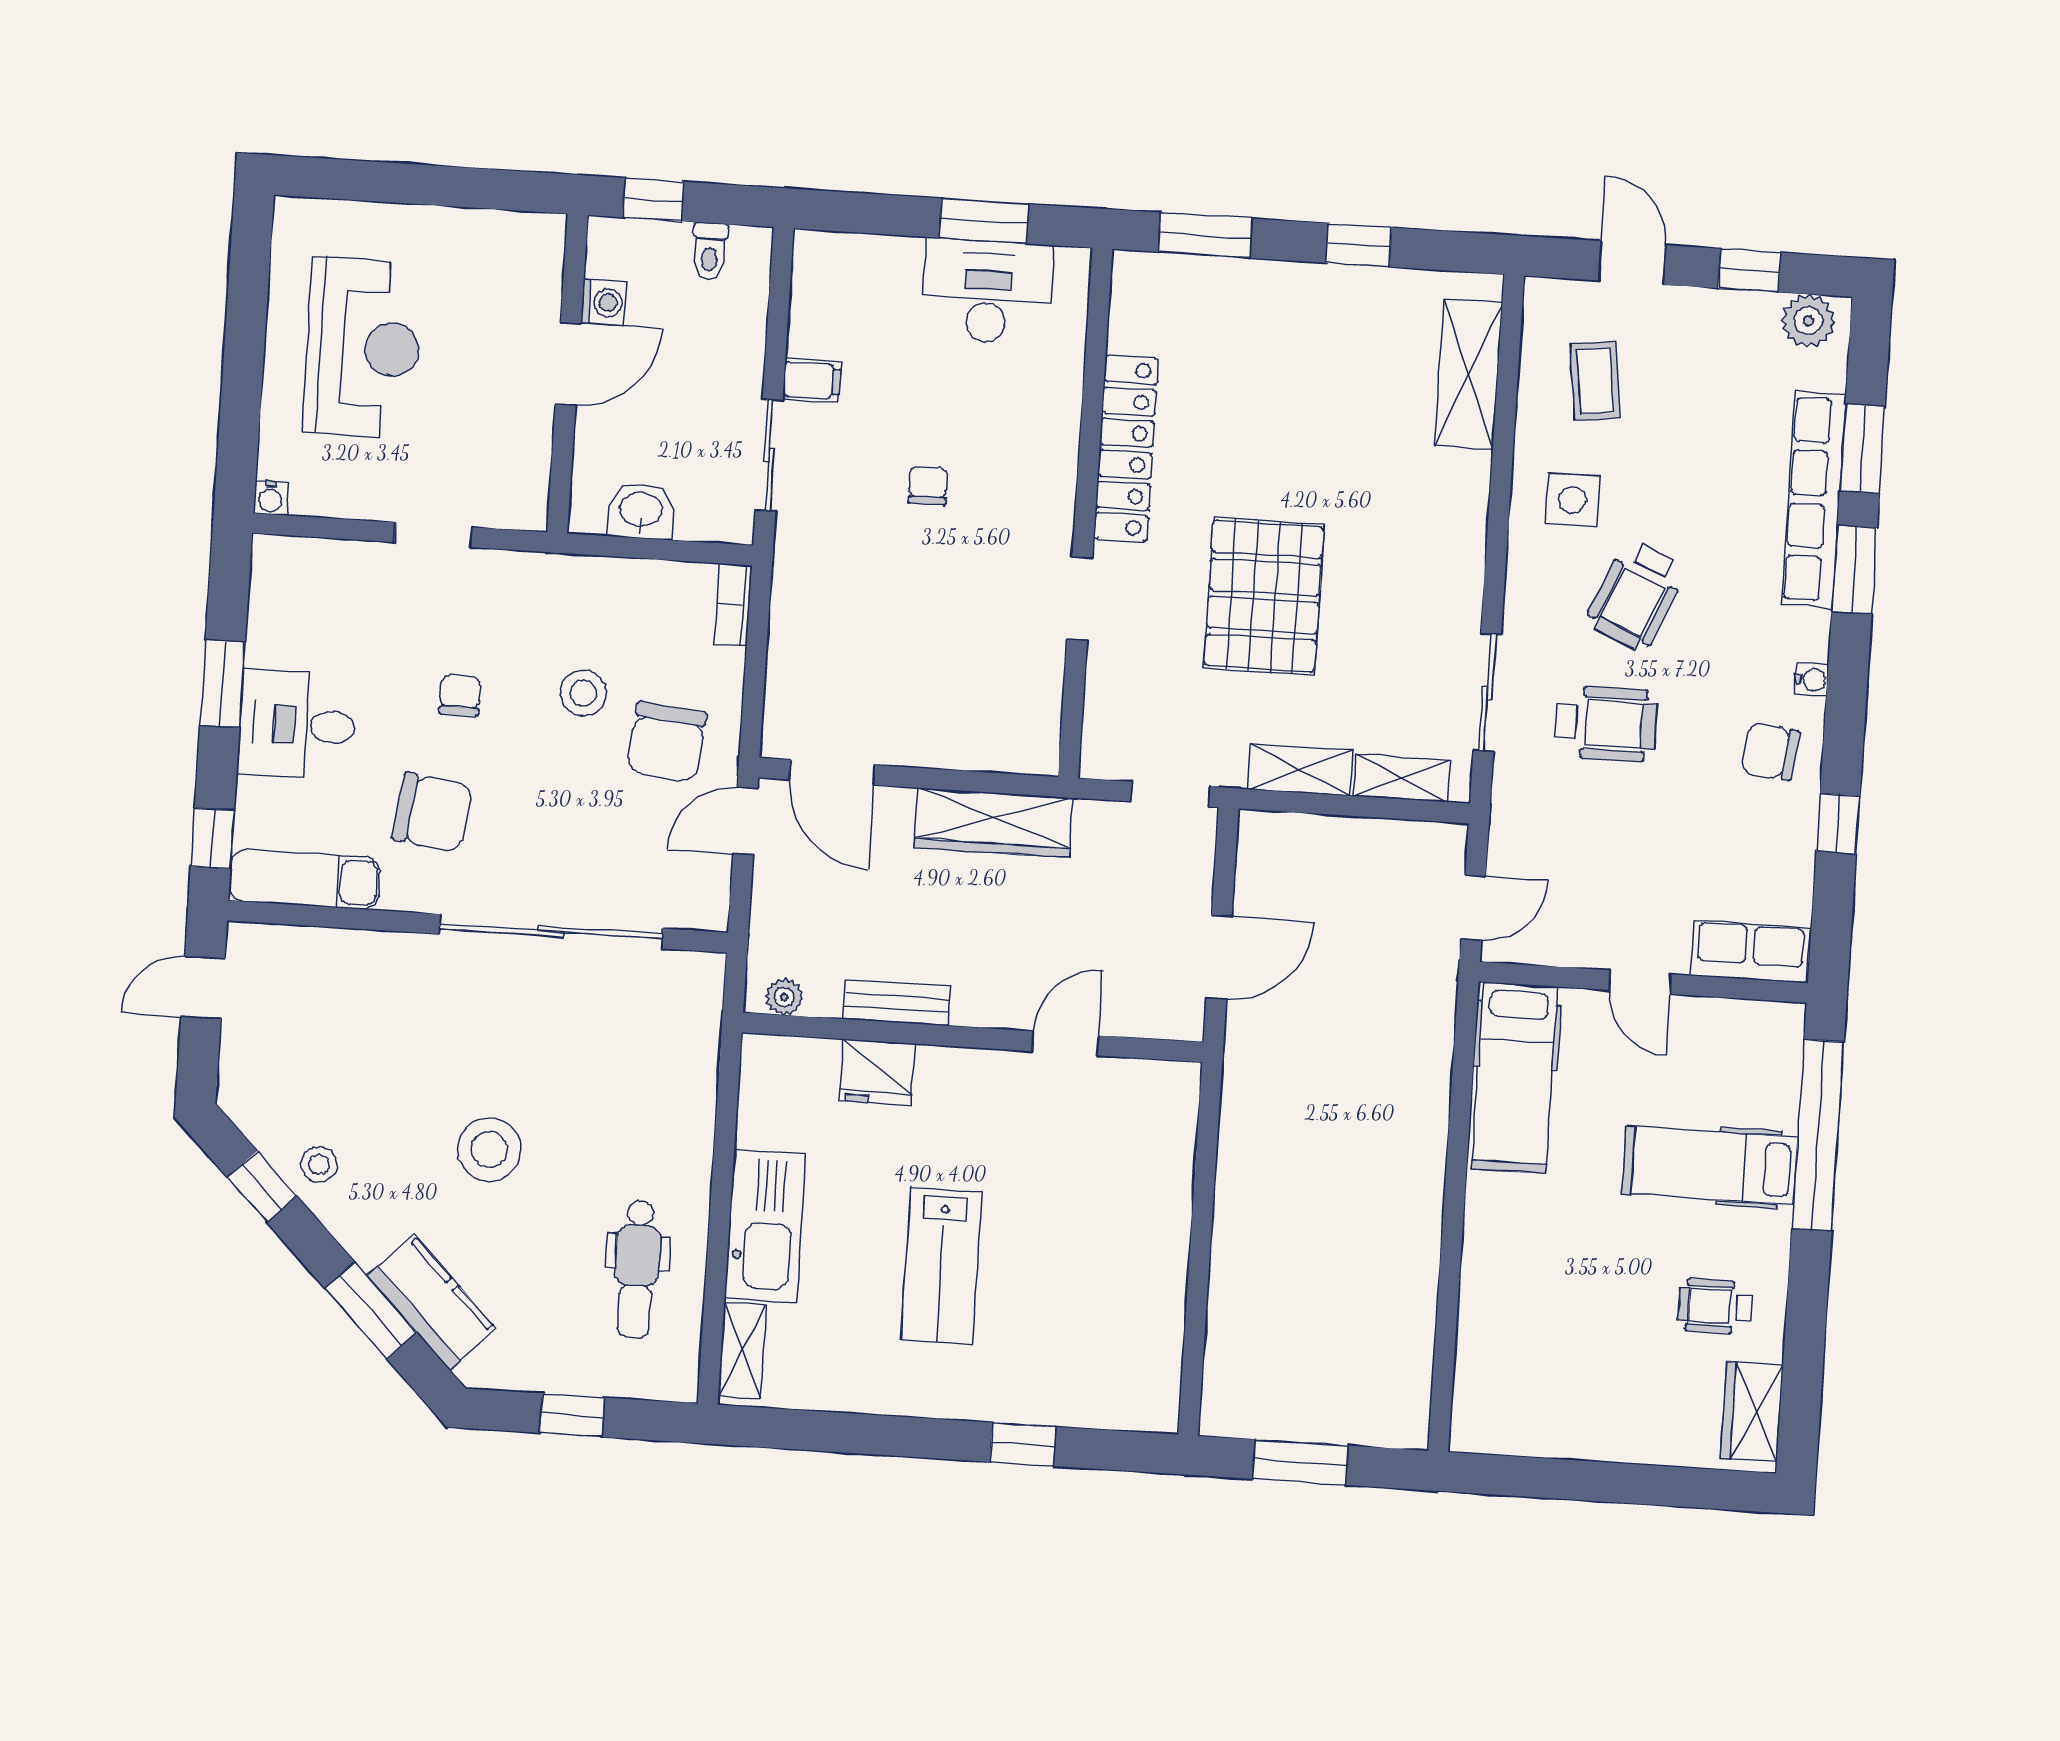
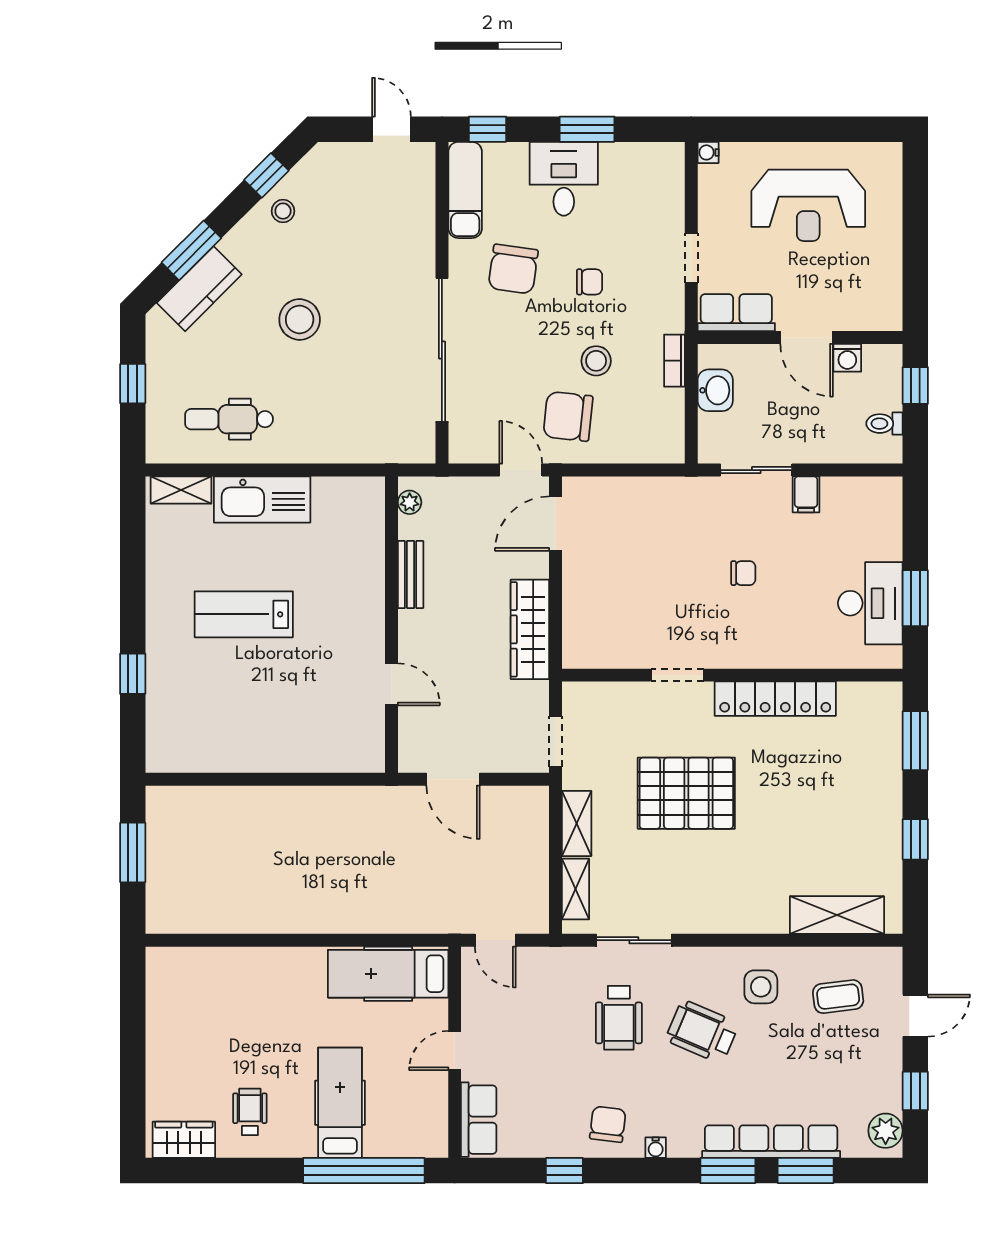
row of seats: (522, 470) -> (736, 313), added
bookcase: (733, 605) -> (675, 361), moved, turned -90
fridge: (877, 1072) -> (365, 565), removed

